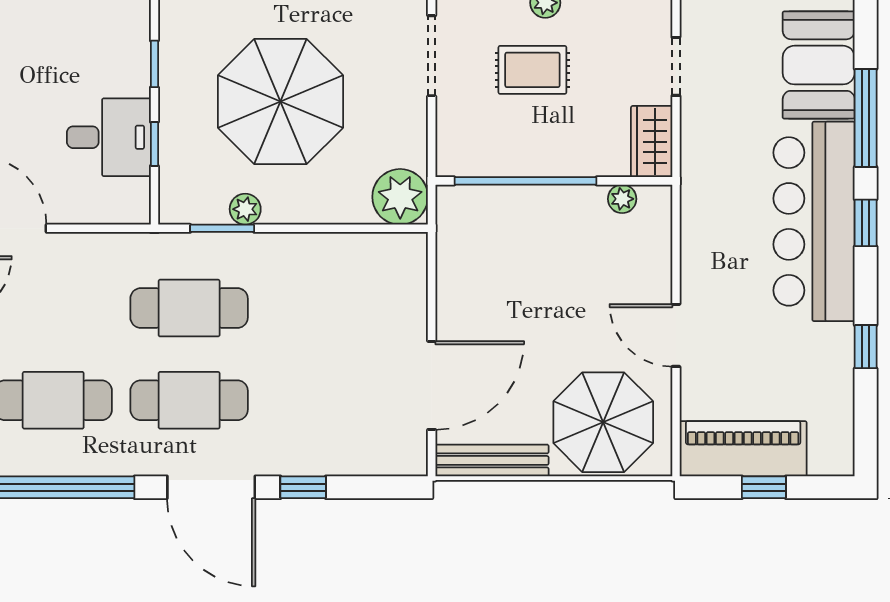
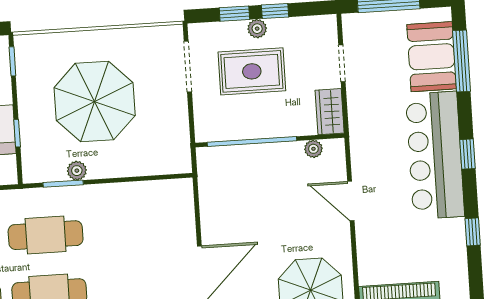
window: (154, 64) -> (12, 61), moved
rug: (532, 70) -> (252, 71), width x1.36, depth x1.43
window: (866, 118) -> (462, 61), moved
plant: (400, 197) -> (174, 157), removed
door: (676, 335) -> (351, 201), moved

